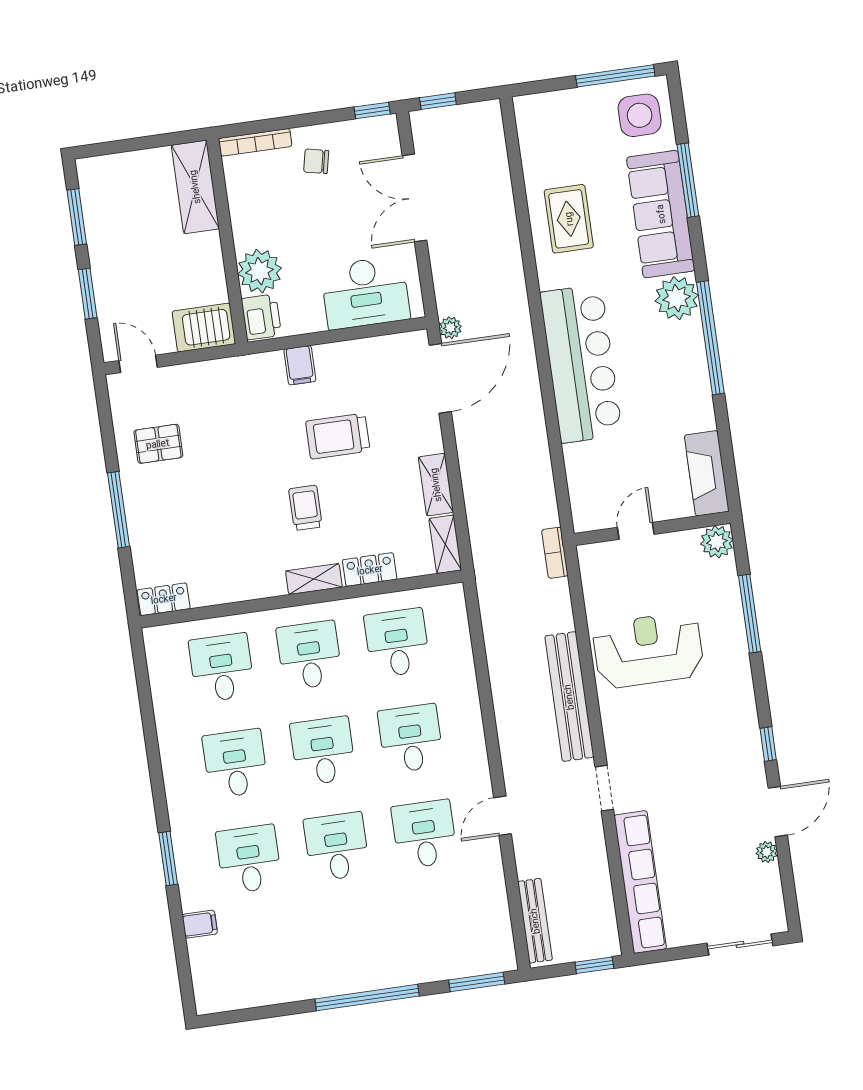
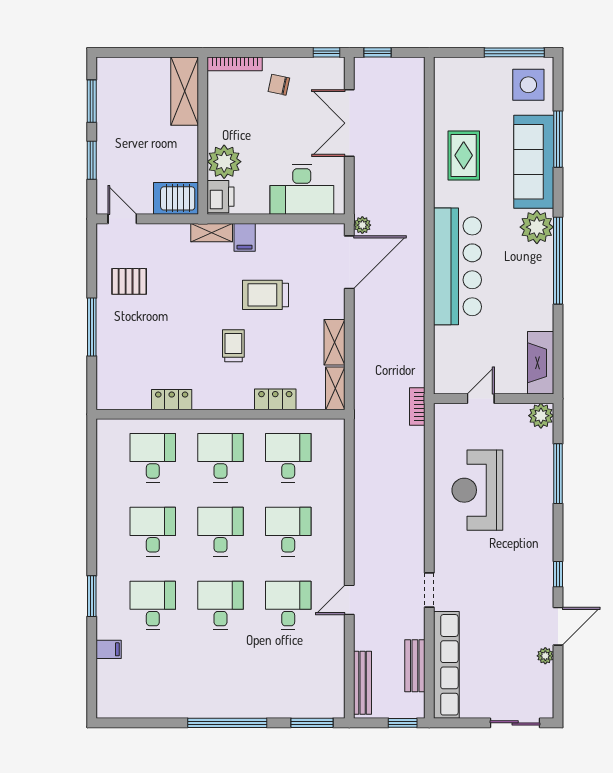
shelving: (314, 579) -> (212, 233), moved
locker: (164, 599) -> (172, 400), moved
reception desk: (648, 650) -> (477, 490), turned -90
bench: (569, 697) -> (415, 666), moved, width x0.54, depth x0.82

